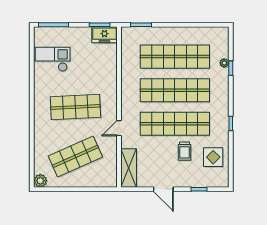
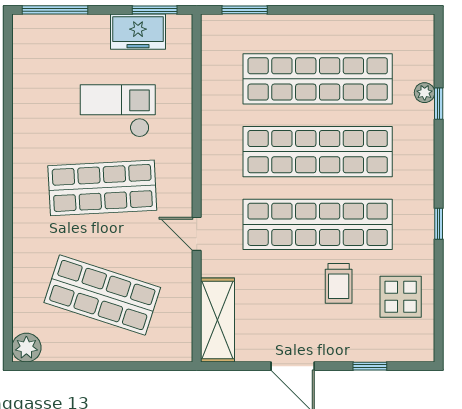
freezer: (105, 35) -> (138, 32), moved
checkout: (53, 59) -> (118, 111), moved
door: (119, 128) -> (197, 234), hinge flipped
shop shelf: (75, 156) -> (102, 295), turned 42

